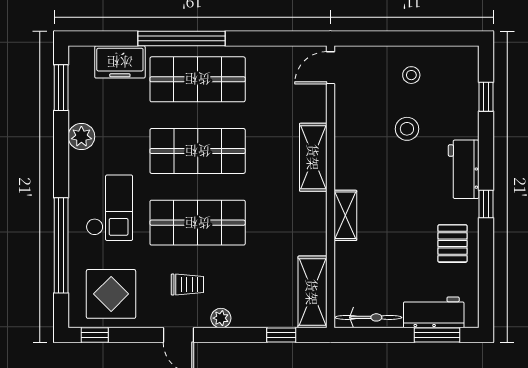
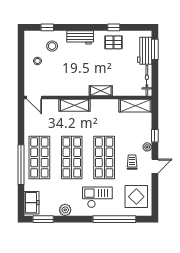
freezer: (120, 62) -> (32, 203), moved
stool: (407, 129) -> (52, 46), moved
window: (486, 204) -> (114, 27), moved
window: (95, 335) -> (155, 204), removed
window: (281, 335) -> (155, 136), moved

